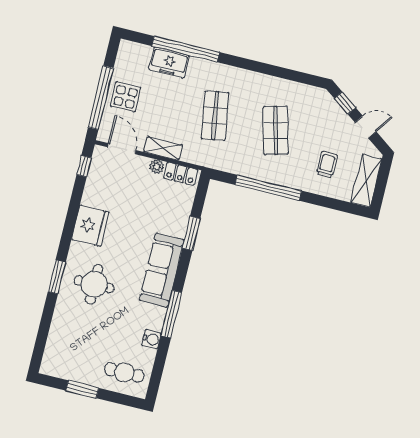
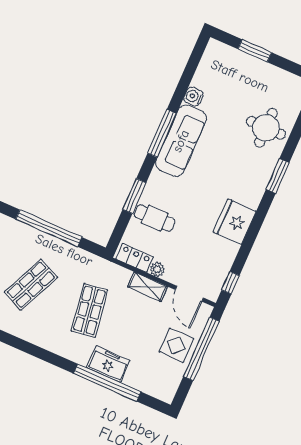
freezer: (169, 63) -> (108, 364), moved
shop shelf: (276, 130) -> (31, 285), turned 39
sofa: (162, 270) -> (181, 141), moved
round table: (94, 284) -> (266, 128), moved
window: (171, 314) -> (162, 133), moved
cafe table: (124, 372) -> (155, 218), moved
window: (82, 389) -> (255, 51), moved

